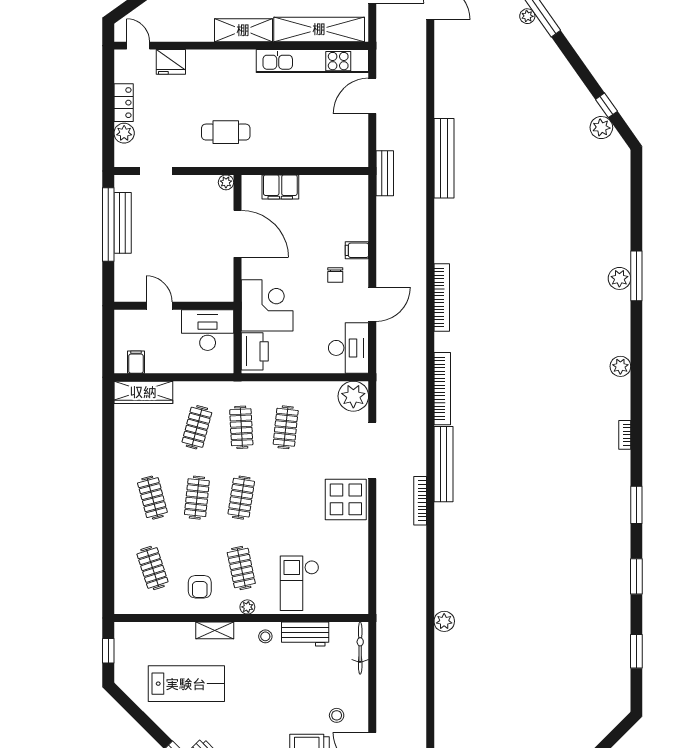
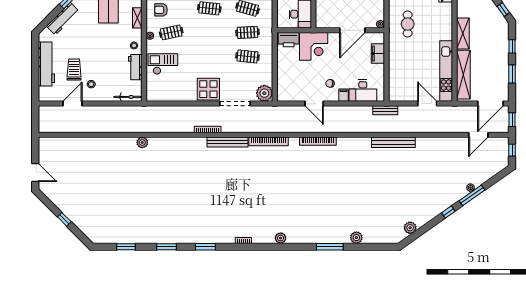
window: (606, 105) -> (448, 212), moved
plant: (619, 278) -> (356, 238), moved
desk: (349, 348) -> (363, 91), moved
clothes rail: (241, 498) -> (209, 32), removed

